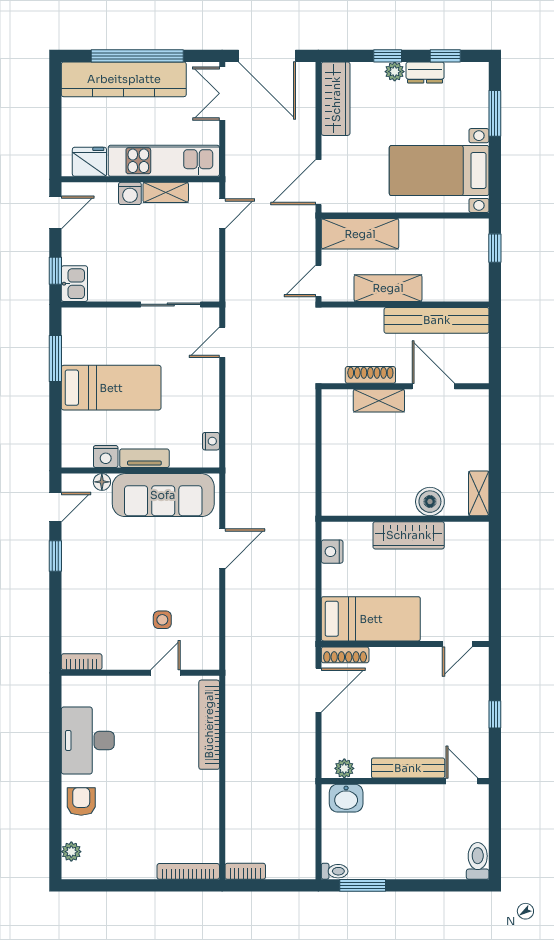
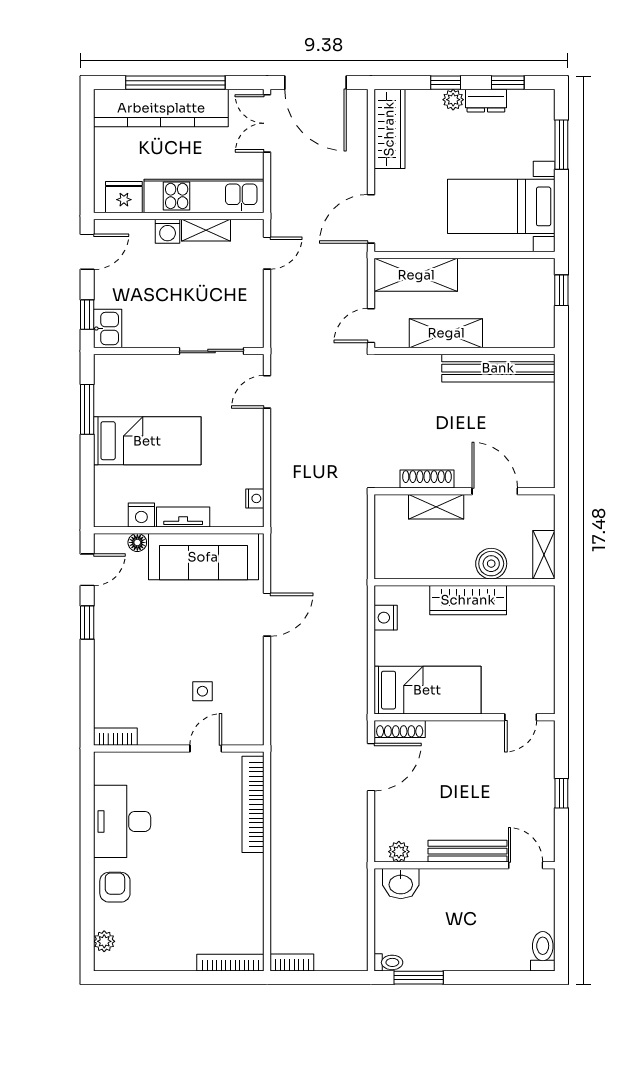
shoe rack: (370, 375) -> (427, 479), moved
wall: (405, 386) -> (464, 491), moved
door: (433, 386) -> (495, 491), moved
shelving: (379, 401) -> (436, 507), moved

